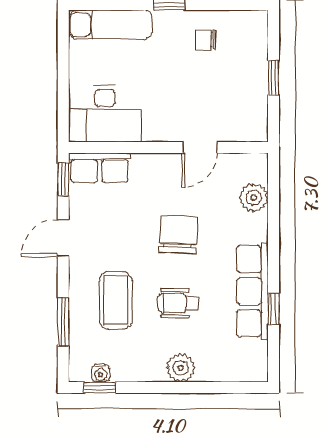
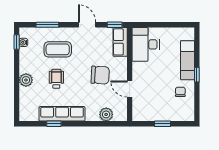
exam couch: (110, 25) -> (188, 60), moved
chair: (178, 235) -> (100, 75), moved

